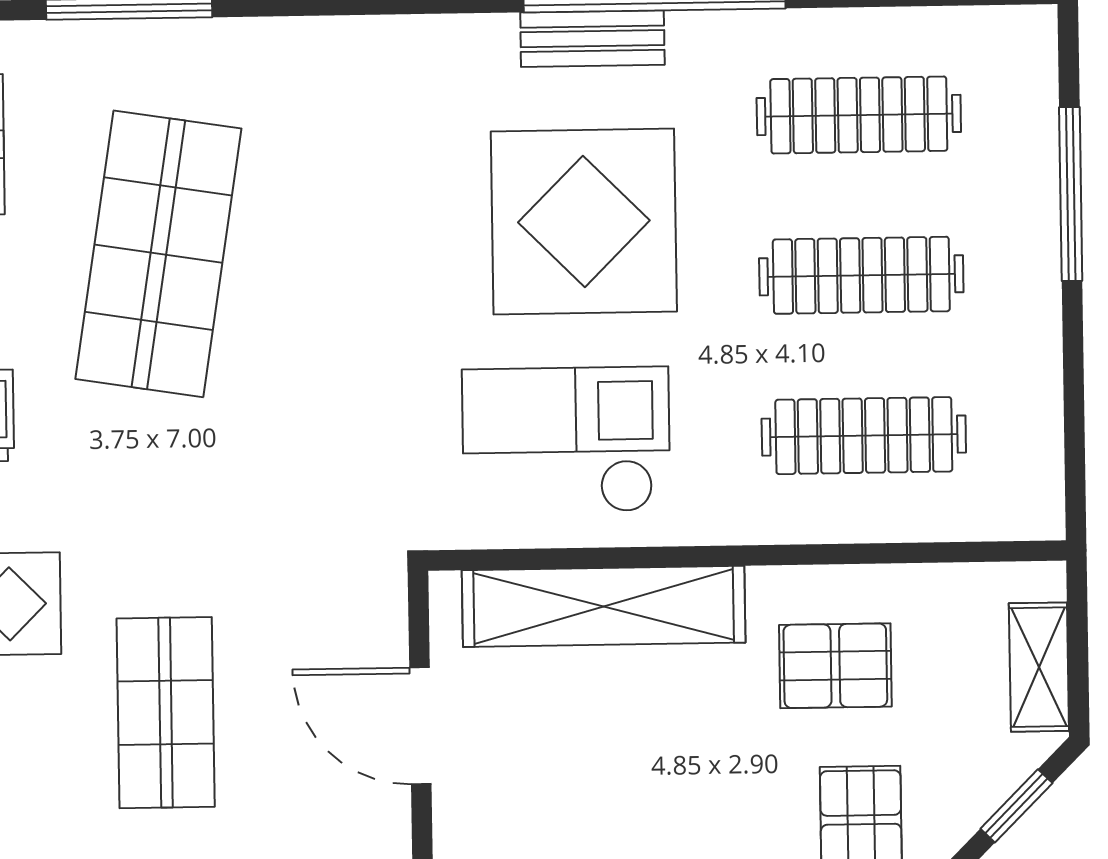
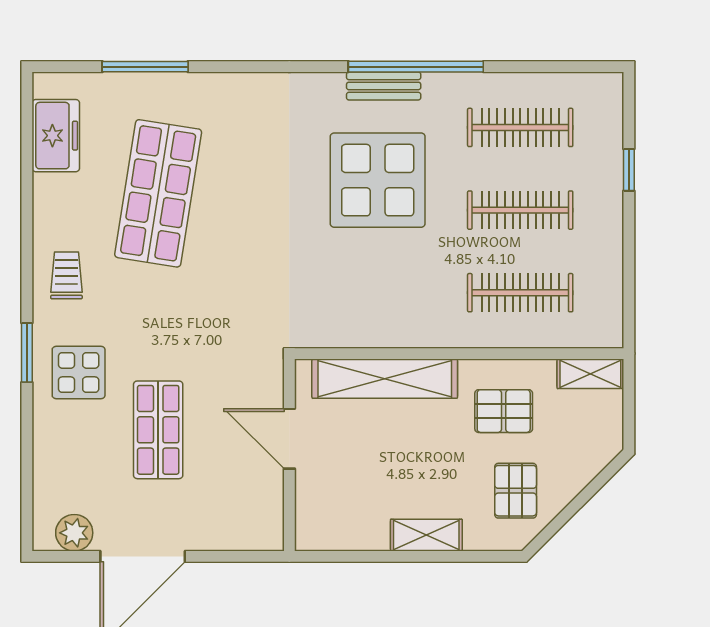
window: (1071, 194) -> (629, 170), width x0.46
checkout: (566, 440) -> (367, 293), removed
shelving: (1039, 667) -> (590, 374), moved, turned 90
window: (1016, 806) -> (596, 485), removed

